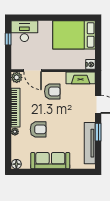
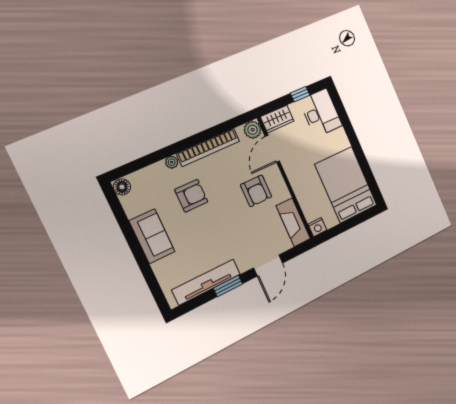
wardrobe: (17, 60) -> (277, 119), added
armchair: (38, 129) -> (191, 196), turned -90
sofa: (50, 161) -> (152, 236), width x0.73

